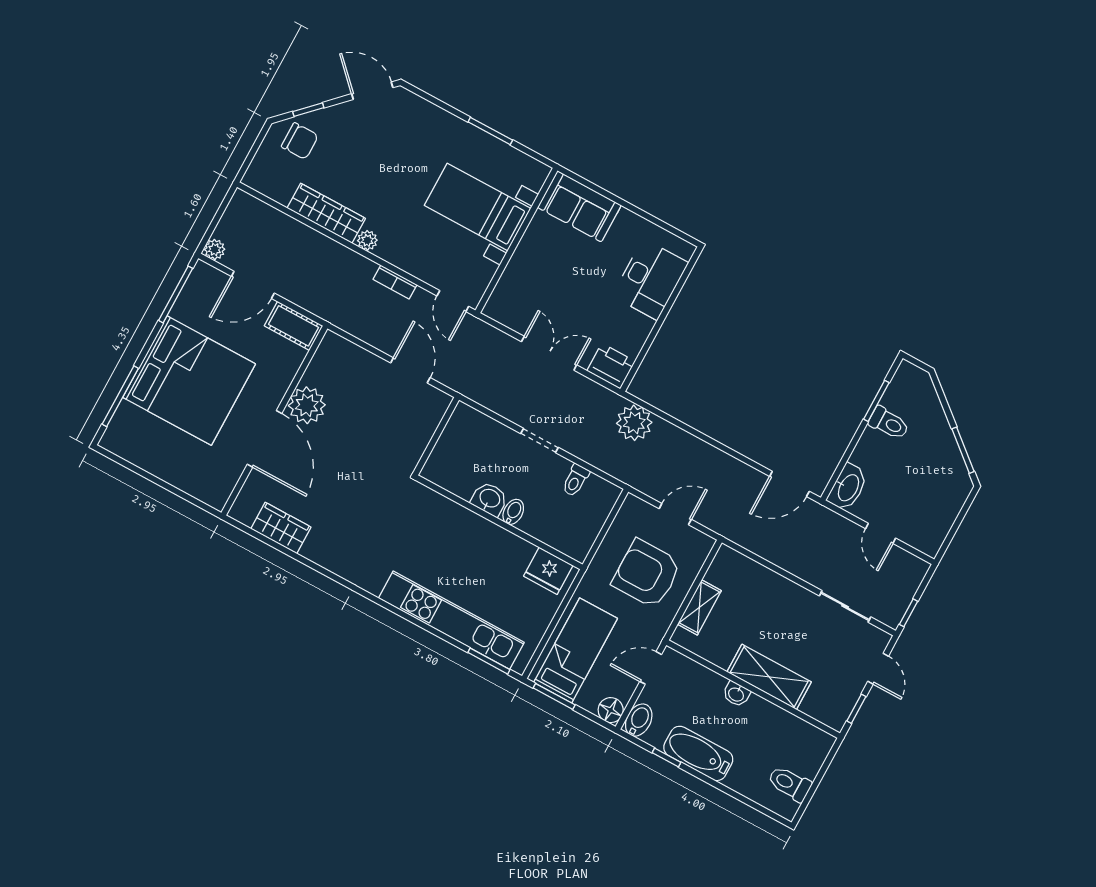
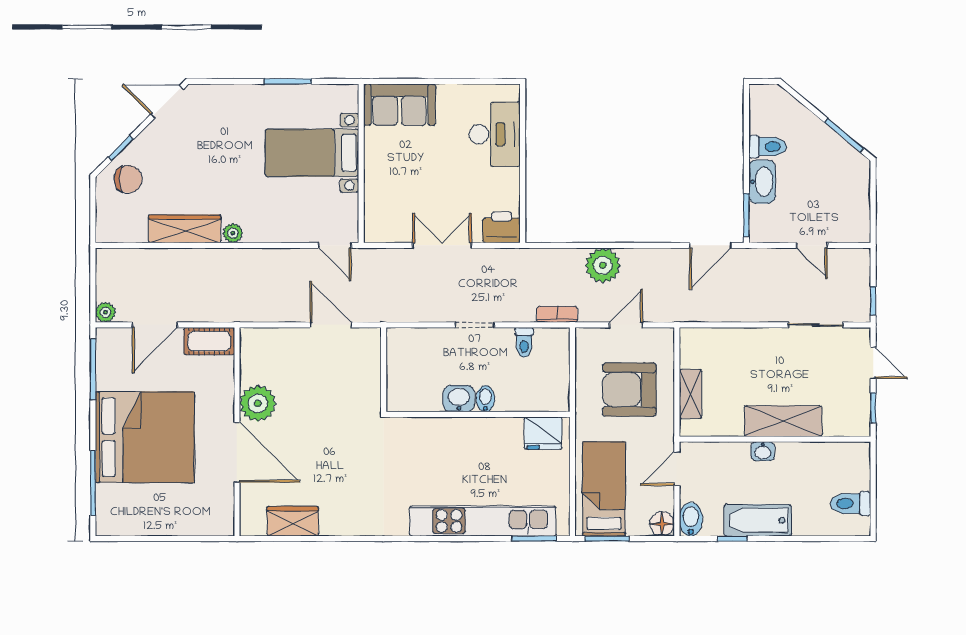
bookcase: (395, 282) -> (557, 314), moved, turned 180
window: (876, 401) -> (746, 215), moved
plant: (634, 423) -> (603, 265), moved
washbasin: (848, 487) -> (762, 182), moved

